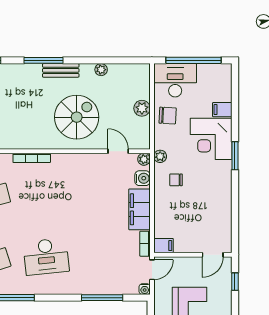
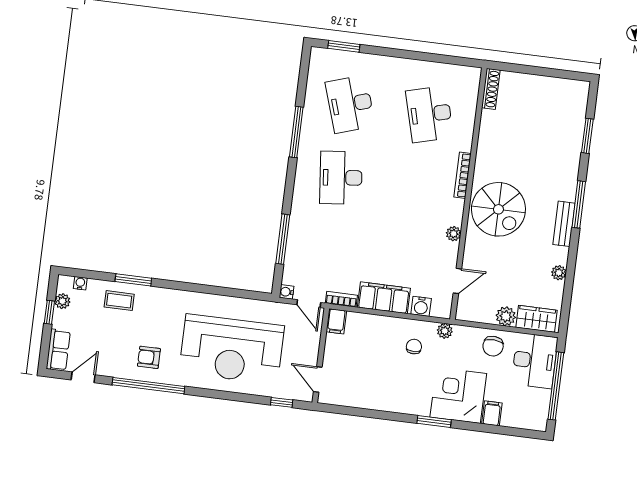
wardrobe: (141, 83) -> (536, 319), added
spiral stairs: (77, 117) -> (498, 209), moved
plant: (144, 159) -> (454, 234), moved

